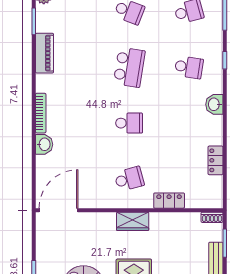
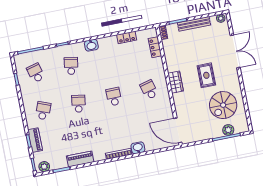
school desk: (129, 67) -> (79, 104), width x0.54
locker: (169, 201) -> (155, 47), moved

